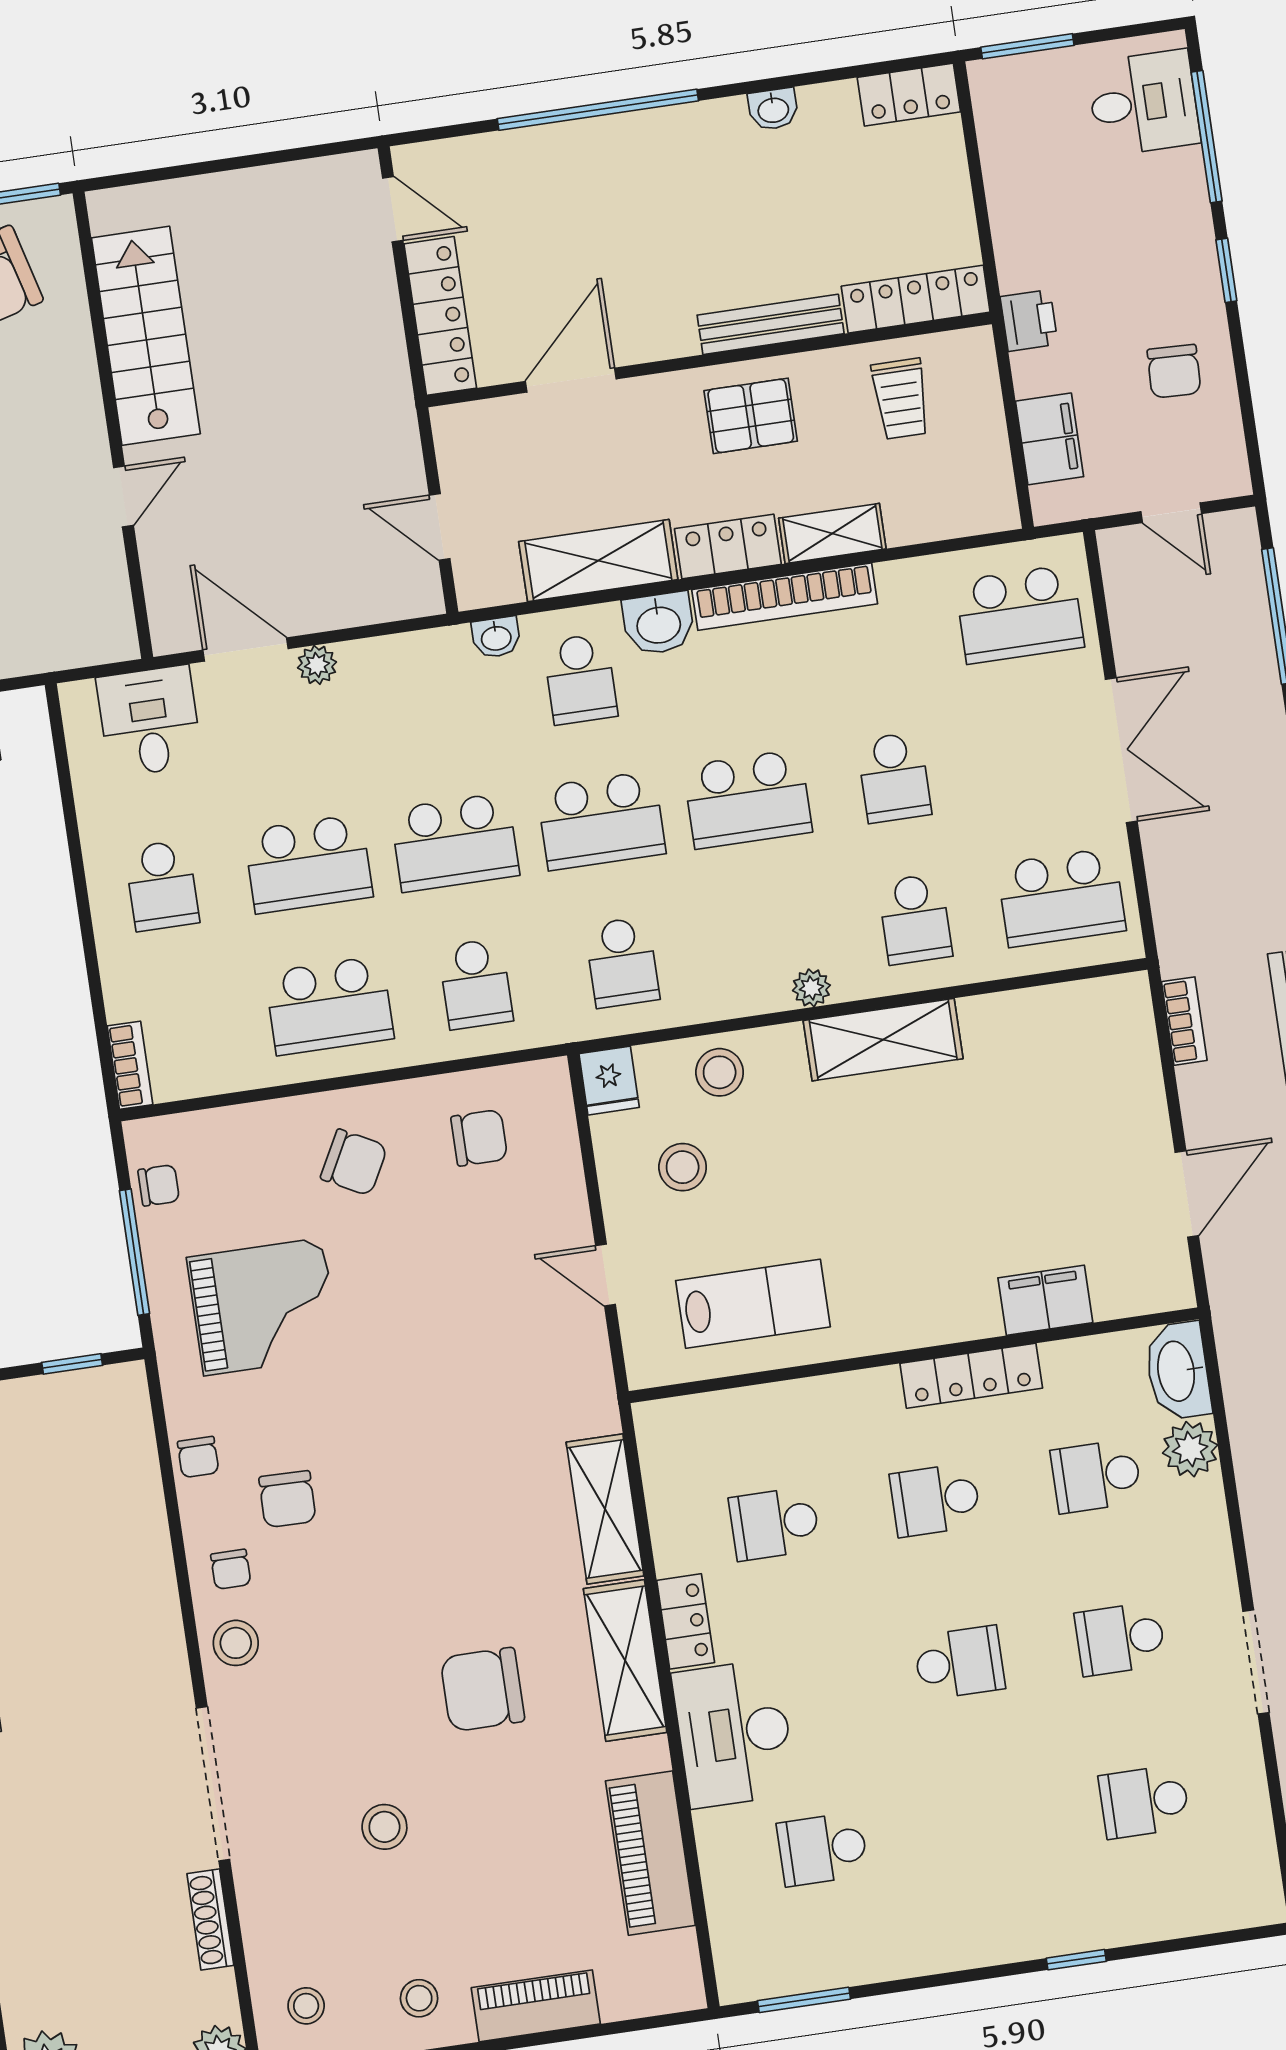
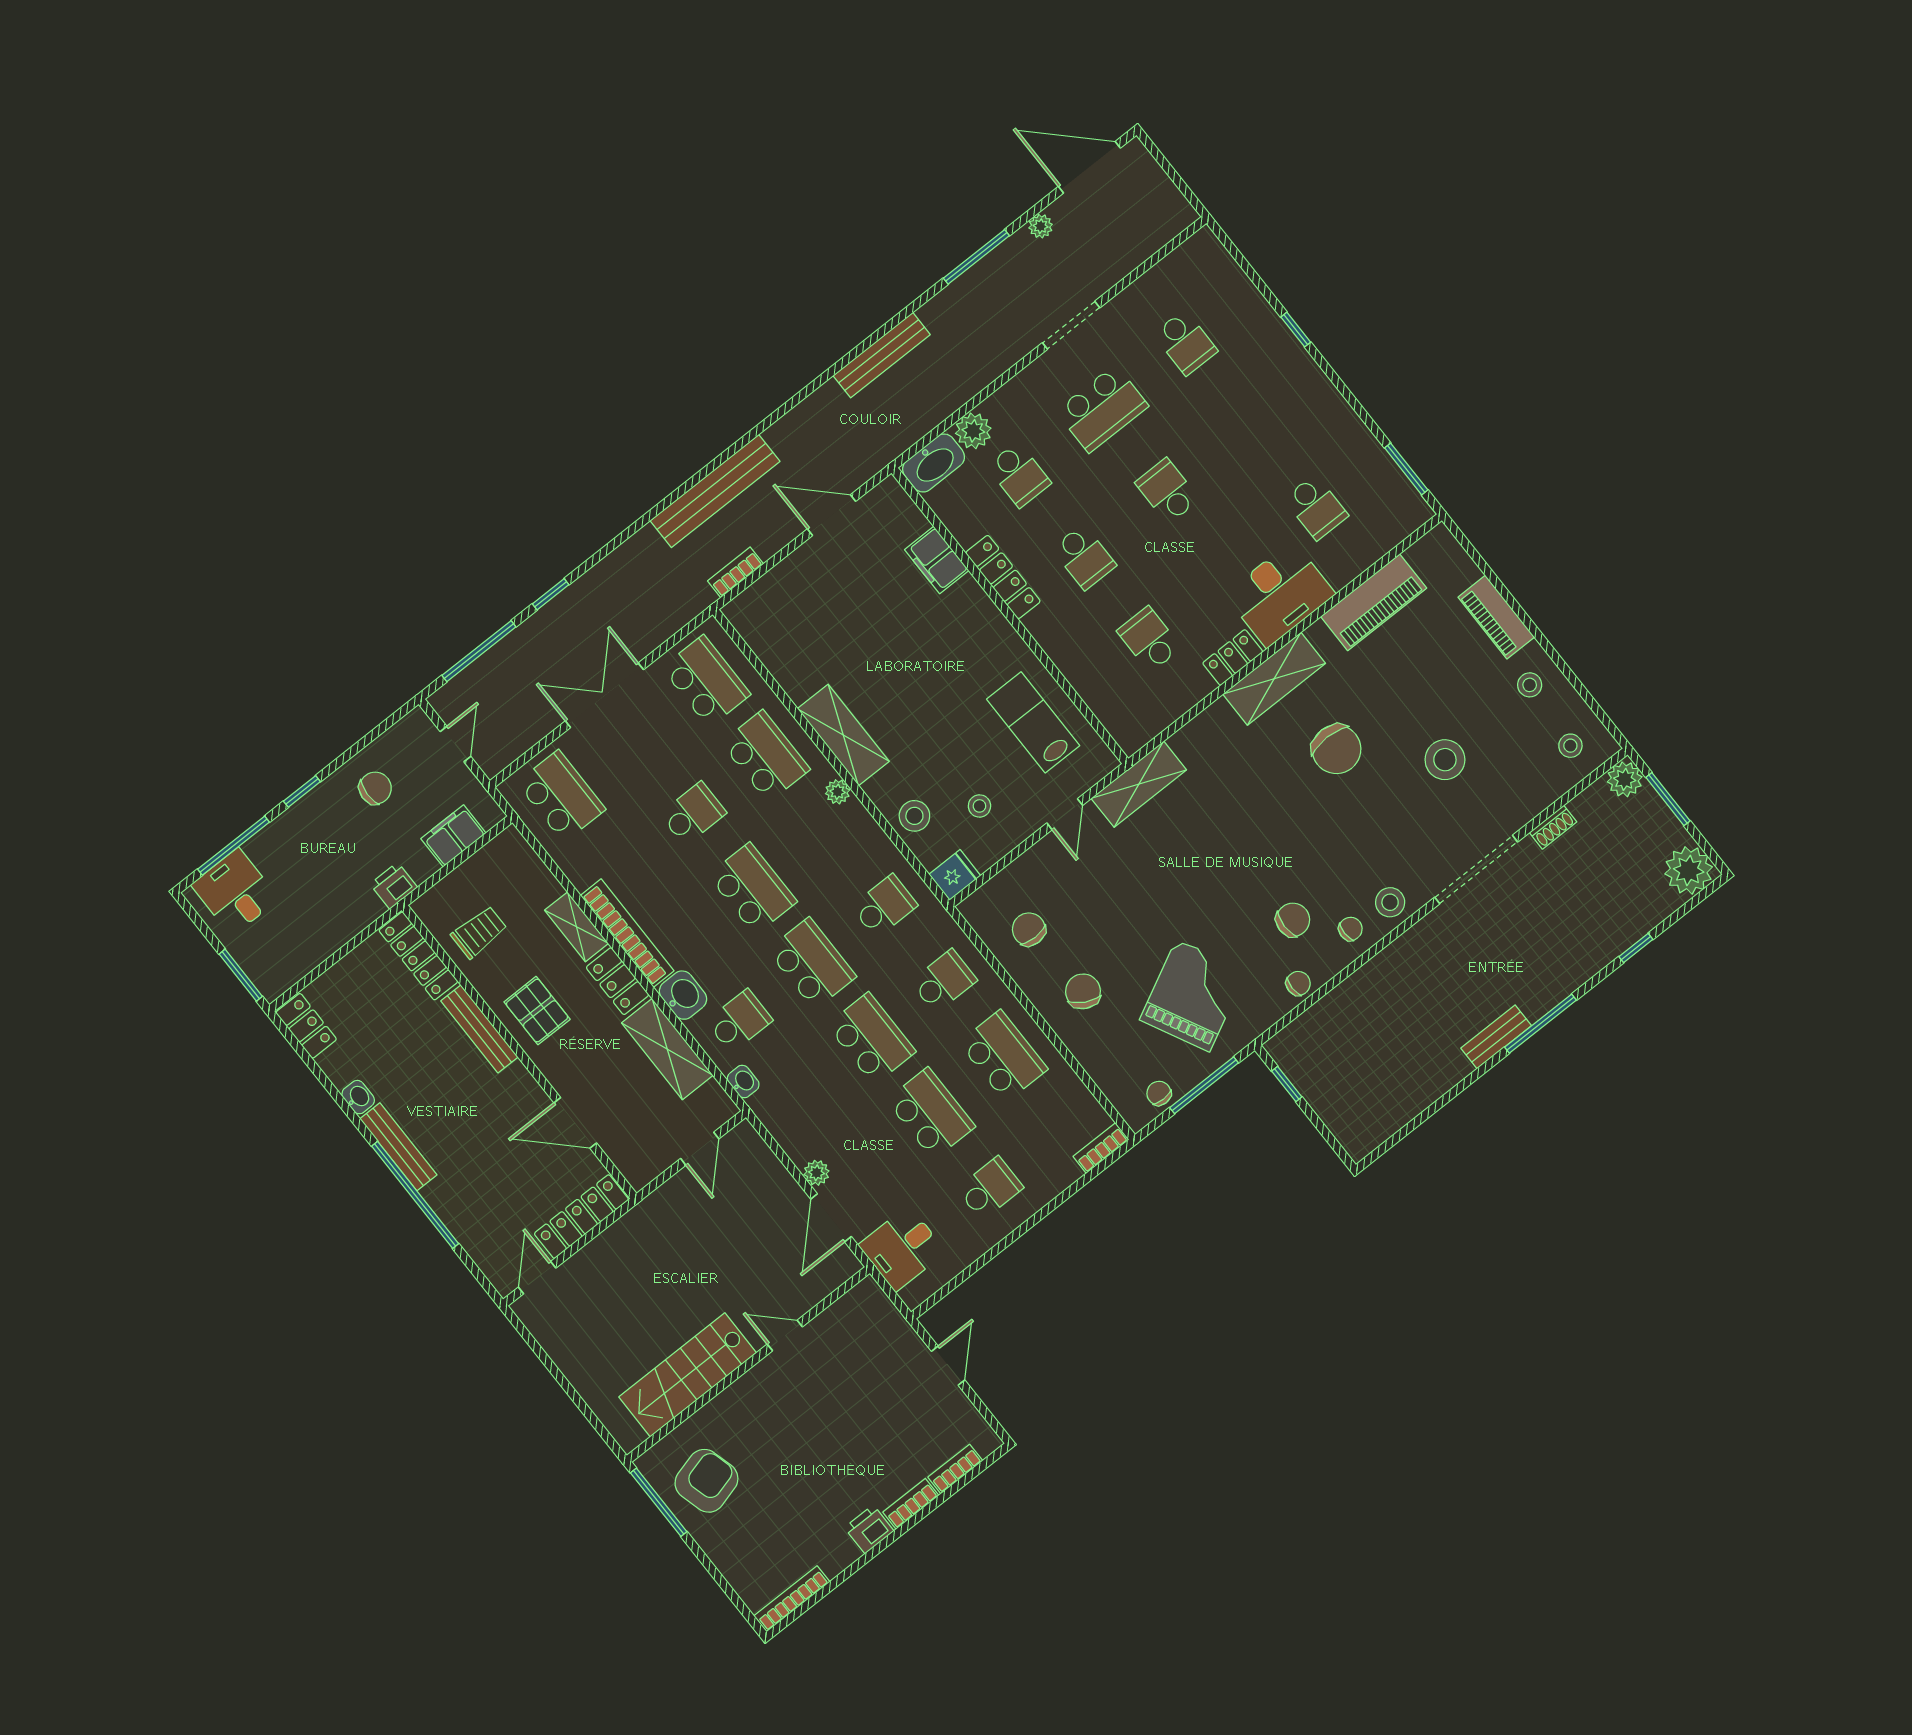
bench: (675, 124) -> (398, 1147), added
school desk: (915, 919) -> (766, 756), width x1.85
stool: (683, 1167) -> (979, 806), width x0.73, depth x0.73
grand piano: (263, 1307) -> (1193, 995), turned 63
shelving: (605, 1509) -> (1139, 784), moved
school desk: (774, 1524) -> (1149, 639), turned 180
school desk: (1120, 1639) -> (1102, 409), width x1.85
stool: (384, 1827) -> (1445, 760), width x1.38, depth x1.38
shoe rack: (210, 1920) -> (1553, 827), width x0.70

